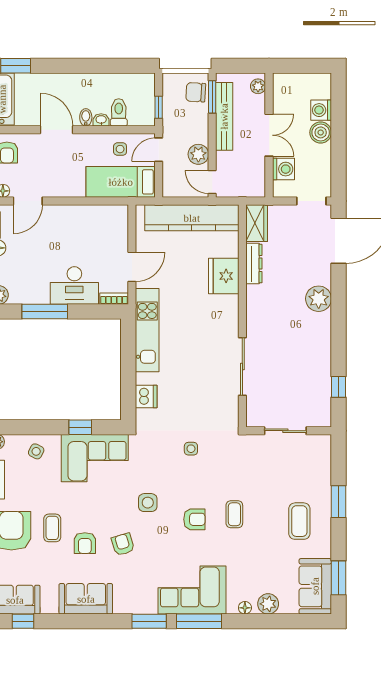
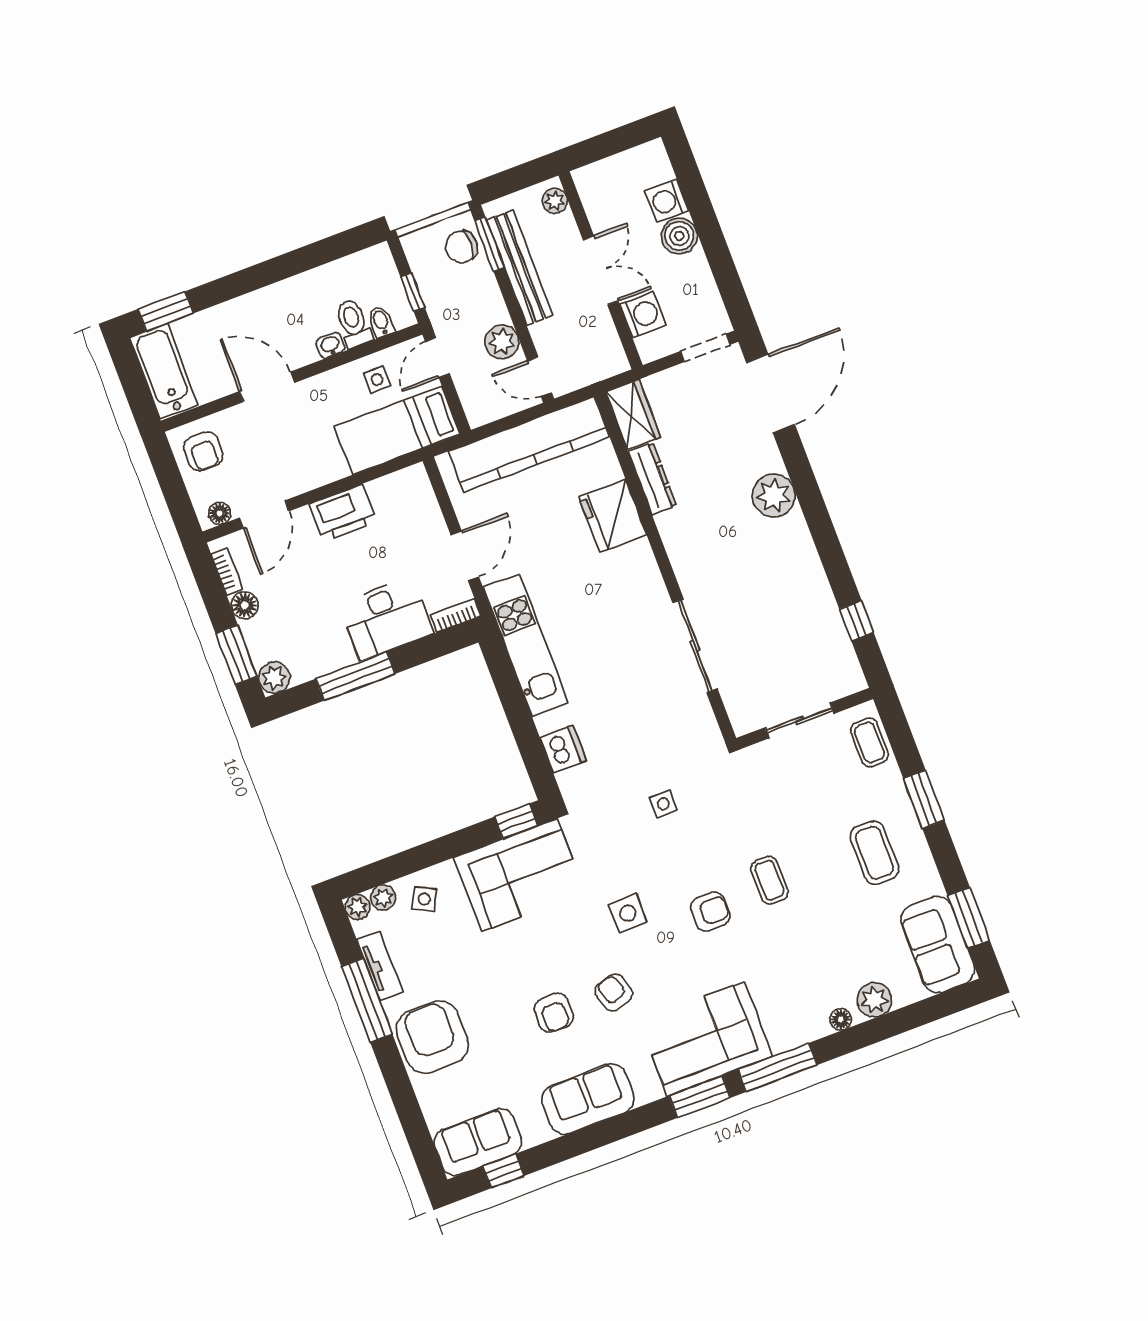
bidet: (86, 117) -> (381, 322), moved
printer: (73, 217) -> (343, 513), added
window: (80, 427) -> (516, 821), moved
plant: (13, 442) -> (383, 898), added
coffee table: (52, 528) -> (869, 742), moved
corner sofa: (192, 590) -> (706, 1039), moved

